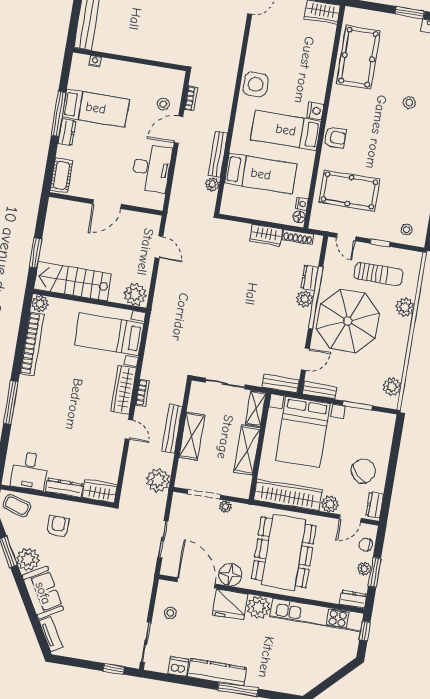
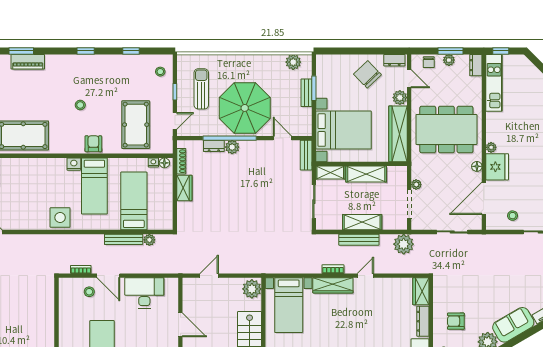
stool: (409, 103) -> (80, 105), moved
plant: (405, 307) -> (225, 62), removed
bench: (319, 390) -> (306, 93), moved
floor lamp: (230, 575) -> (477, 166), width x0.53, depth x0.53
plant: (259, 607) -> (491, 147), width x0.53, depth x0.53
kitchen unit: (317, 615) -> (494, 83), width x0.73

